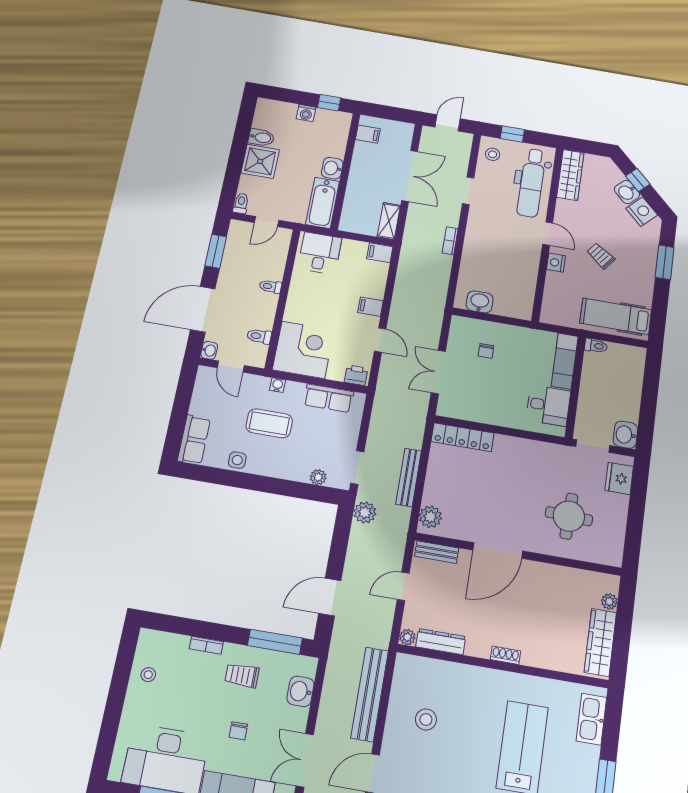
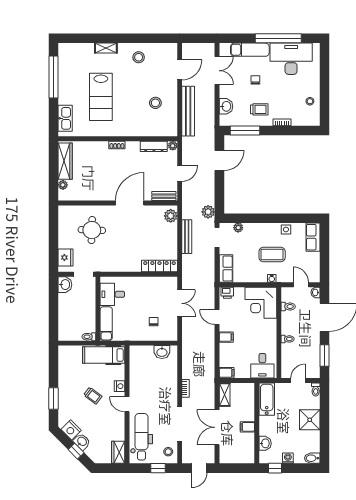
filing cabinet: (368, 134) -> (247, 427), moved
bidet: (261, 137) -> (312, 458), moved
washbasin: (332, 168) -> (265, 443), moved
wardrobe: (570, 175) -> (118, 452), width x0.67
doorway: (468, 191) -> (180, 424), width x1.88
hospital bed: (616, 316) -> (104, 355), moved, turned 180
row of seats: (329, 398) -> (226, 268), moved, turned 90

